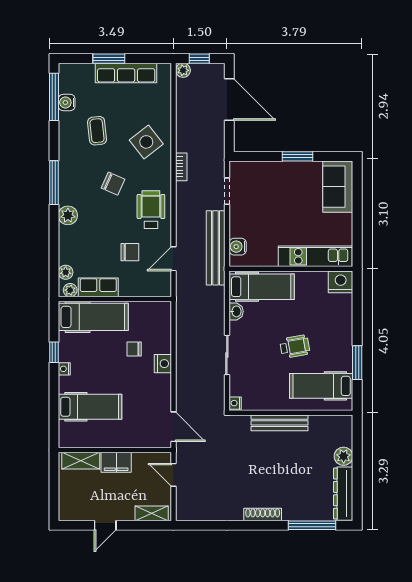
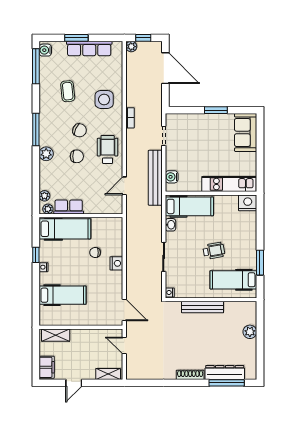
water cooler: (67, 102) -> (45, 50), moved
side table: (146, 142) -> (104, 99), turned 38
chair: (130, 252) -> (77, 156), moved
filing cabinet: (116, 462) -> (47, 367), moved, turned -90
dresser: (343, 494) -> (225, 372), moved, turned 90

